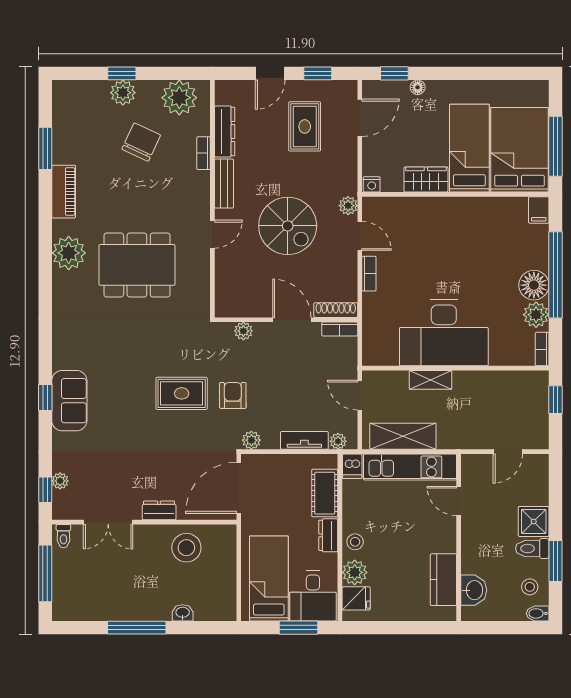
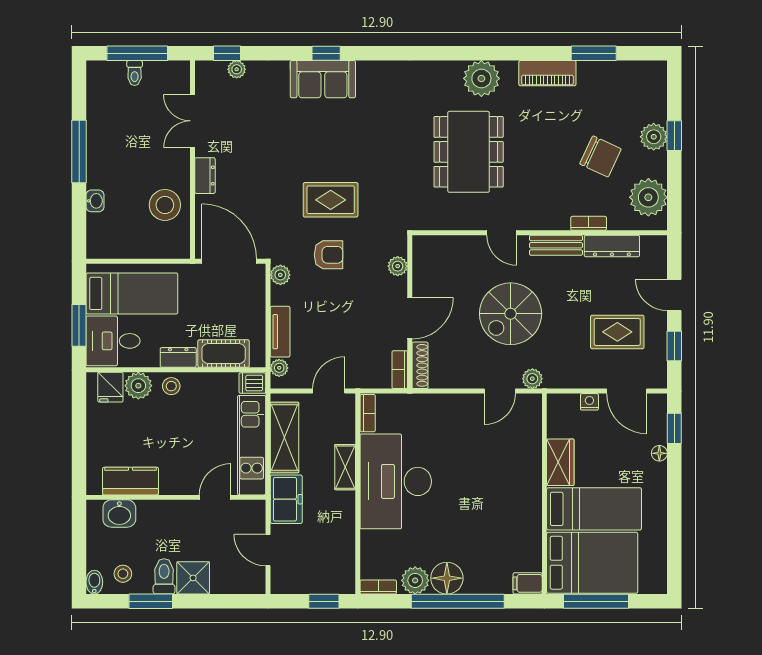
nightstand: (372, 184) -> (589, 402), moved, turned 90
bookcase: (369, 274) -> (368, 413), moved, turned -90
rug: (182, 393) -> (331, 200), turned 90
freezer: (460, 435) -> (286, 499), added
toilet: (63, 536) -> (135, 73), moved, turned -90

